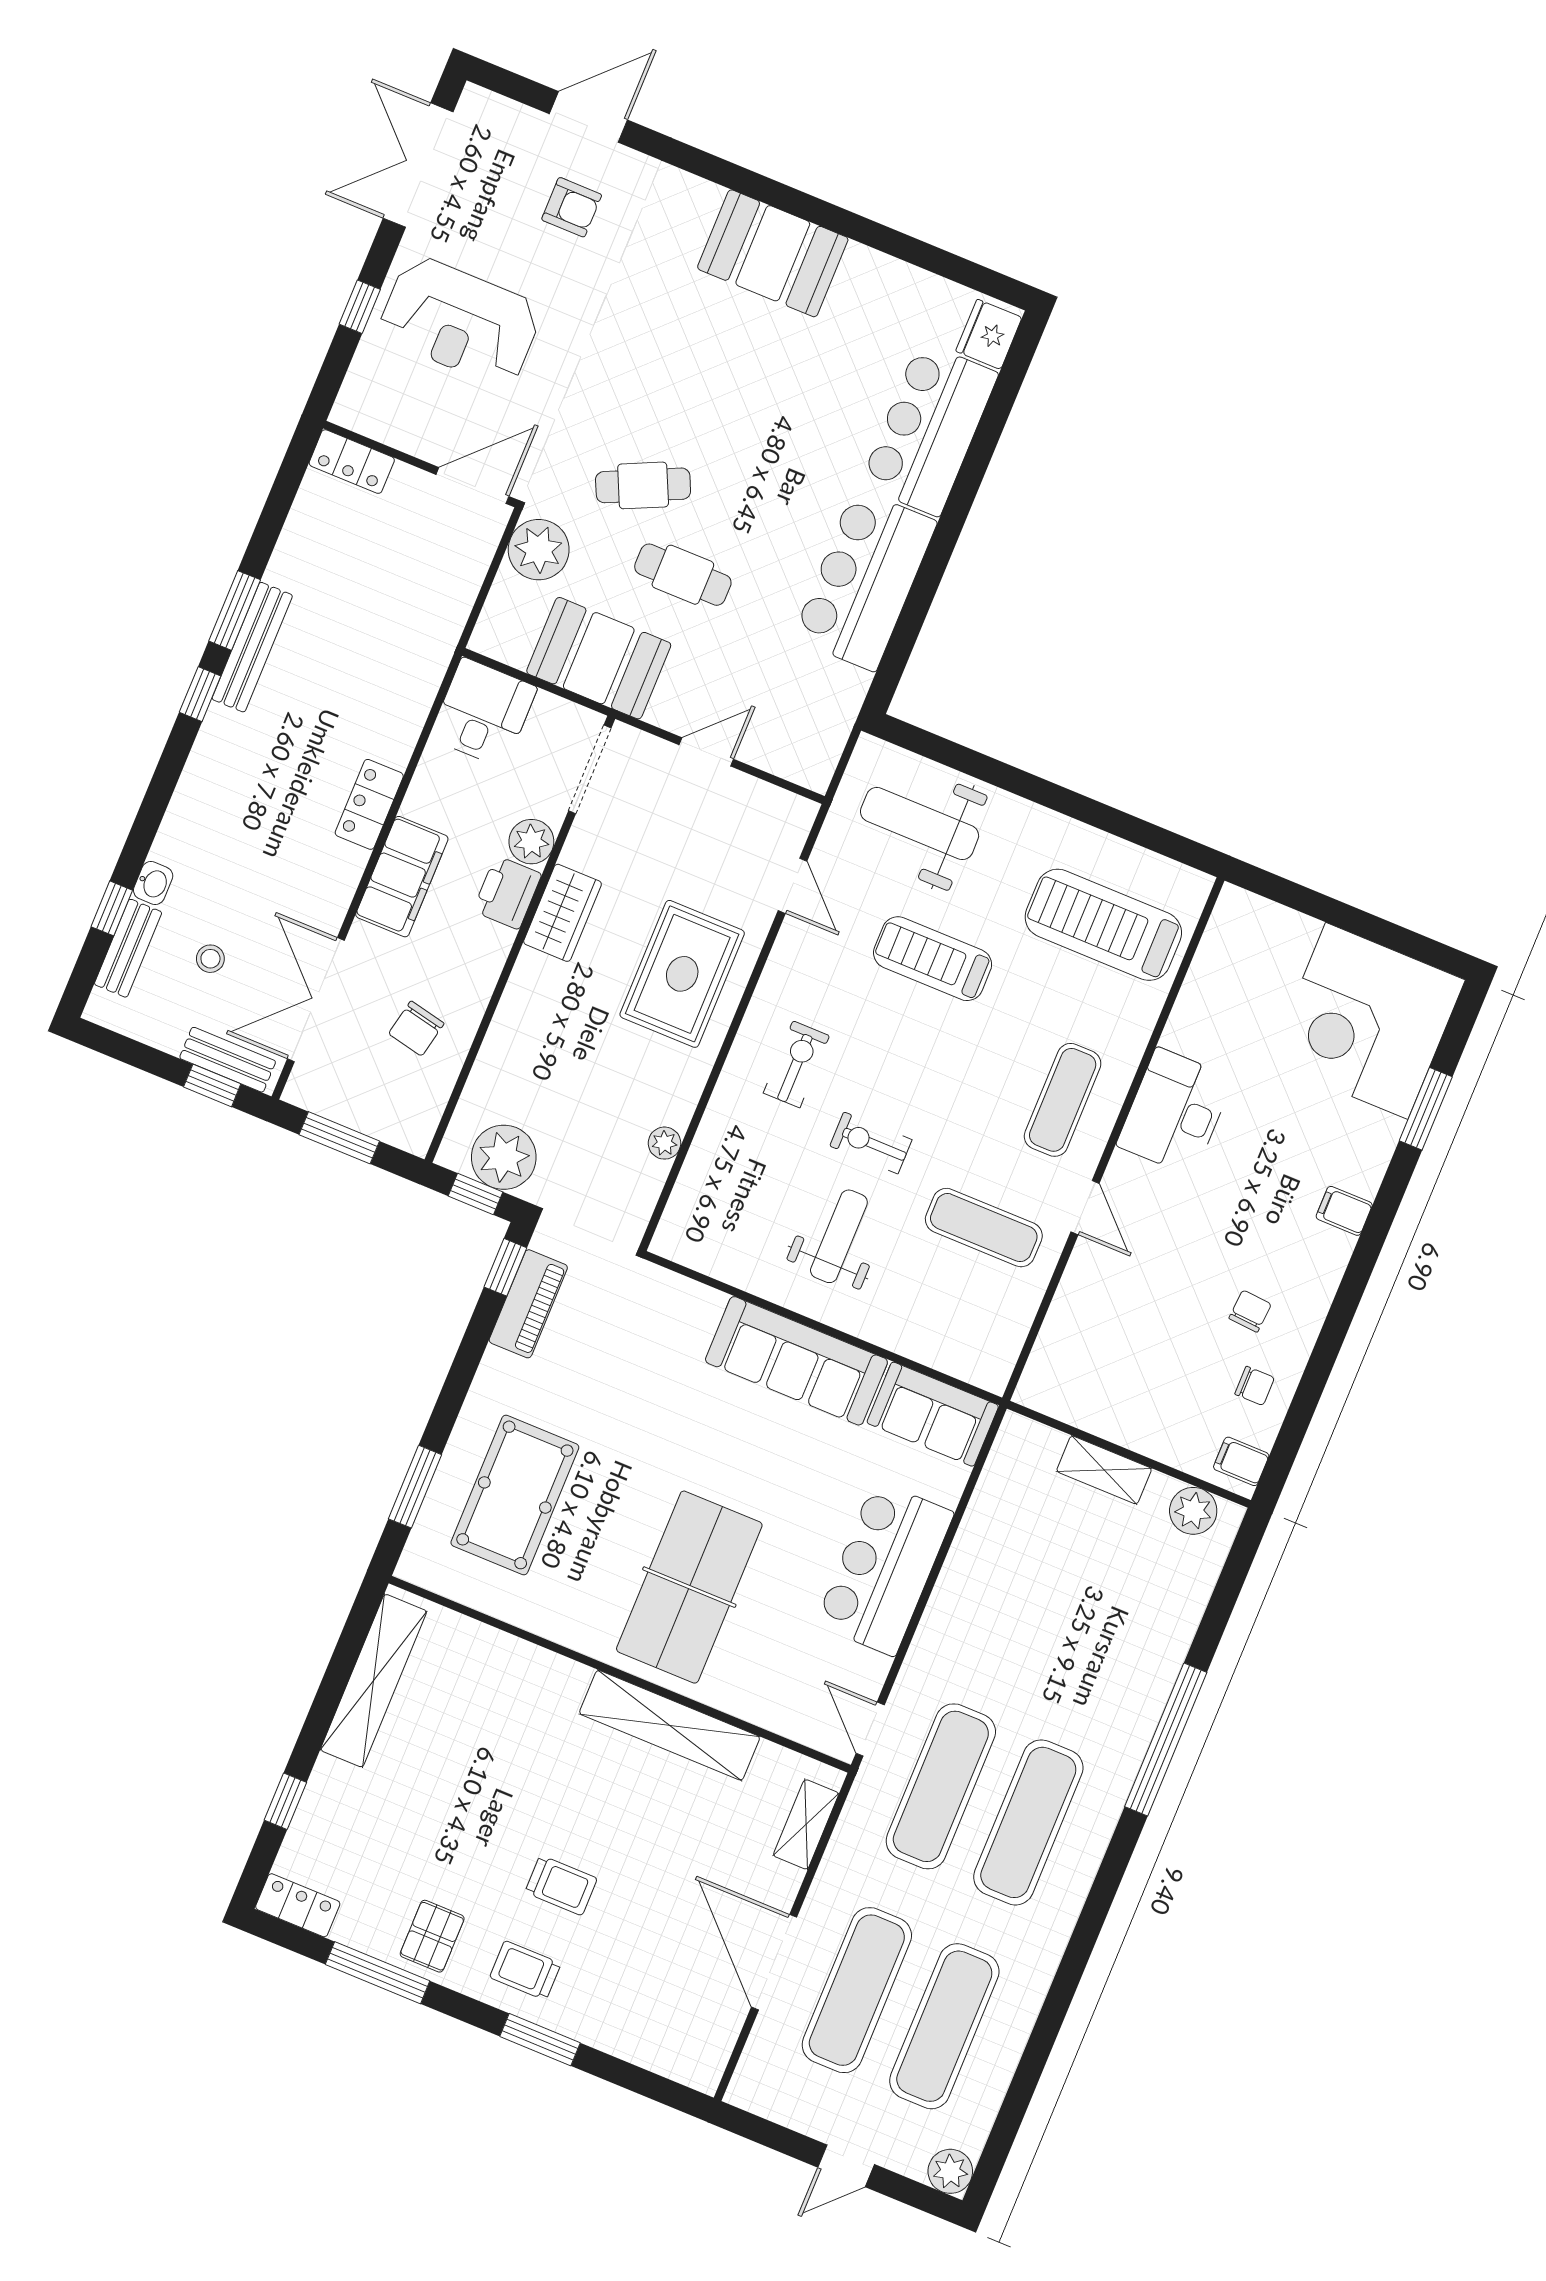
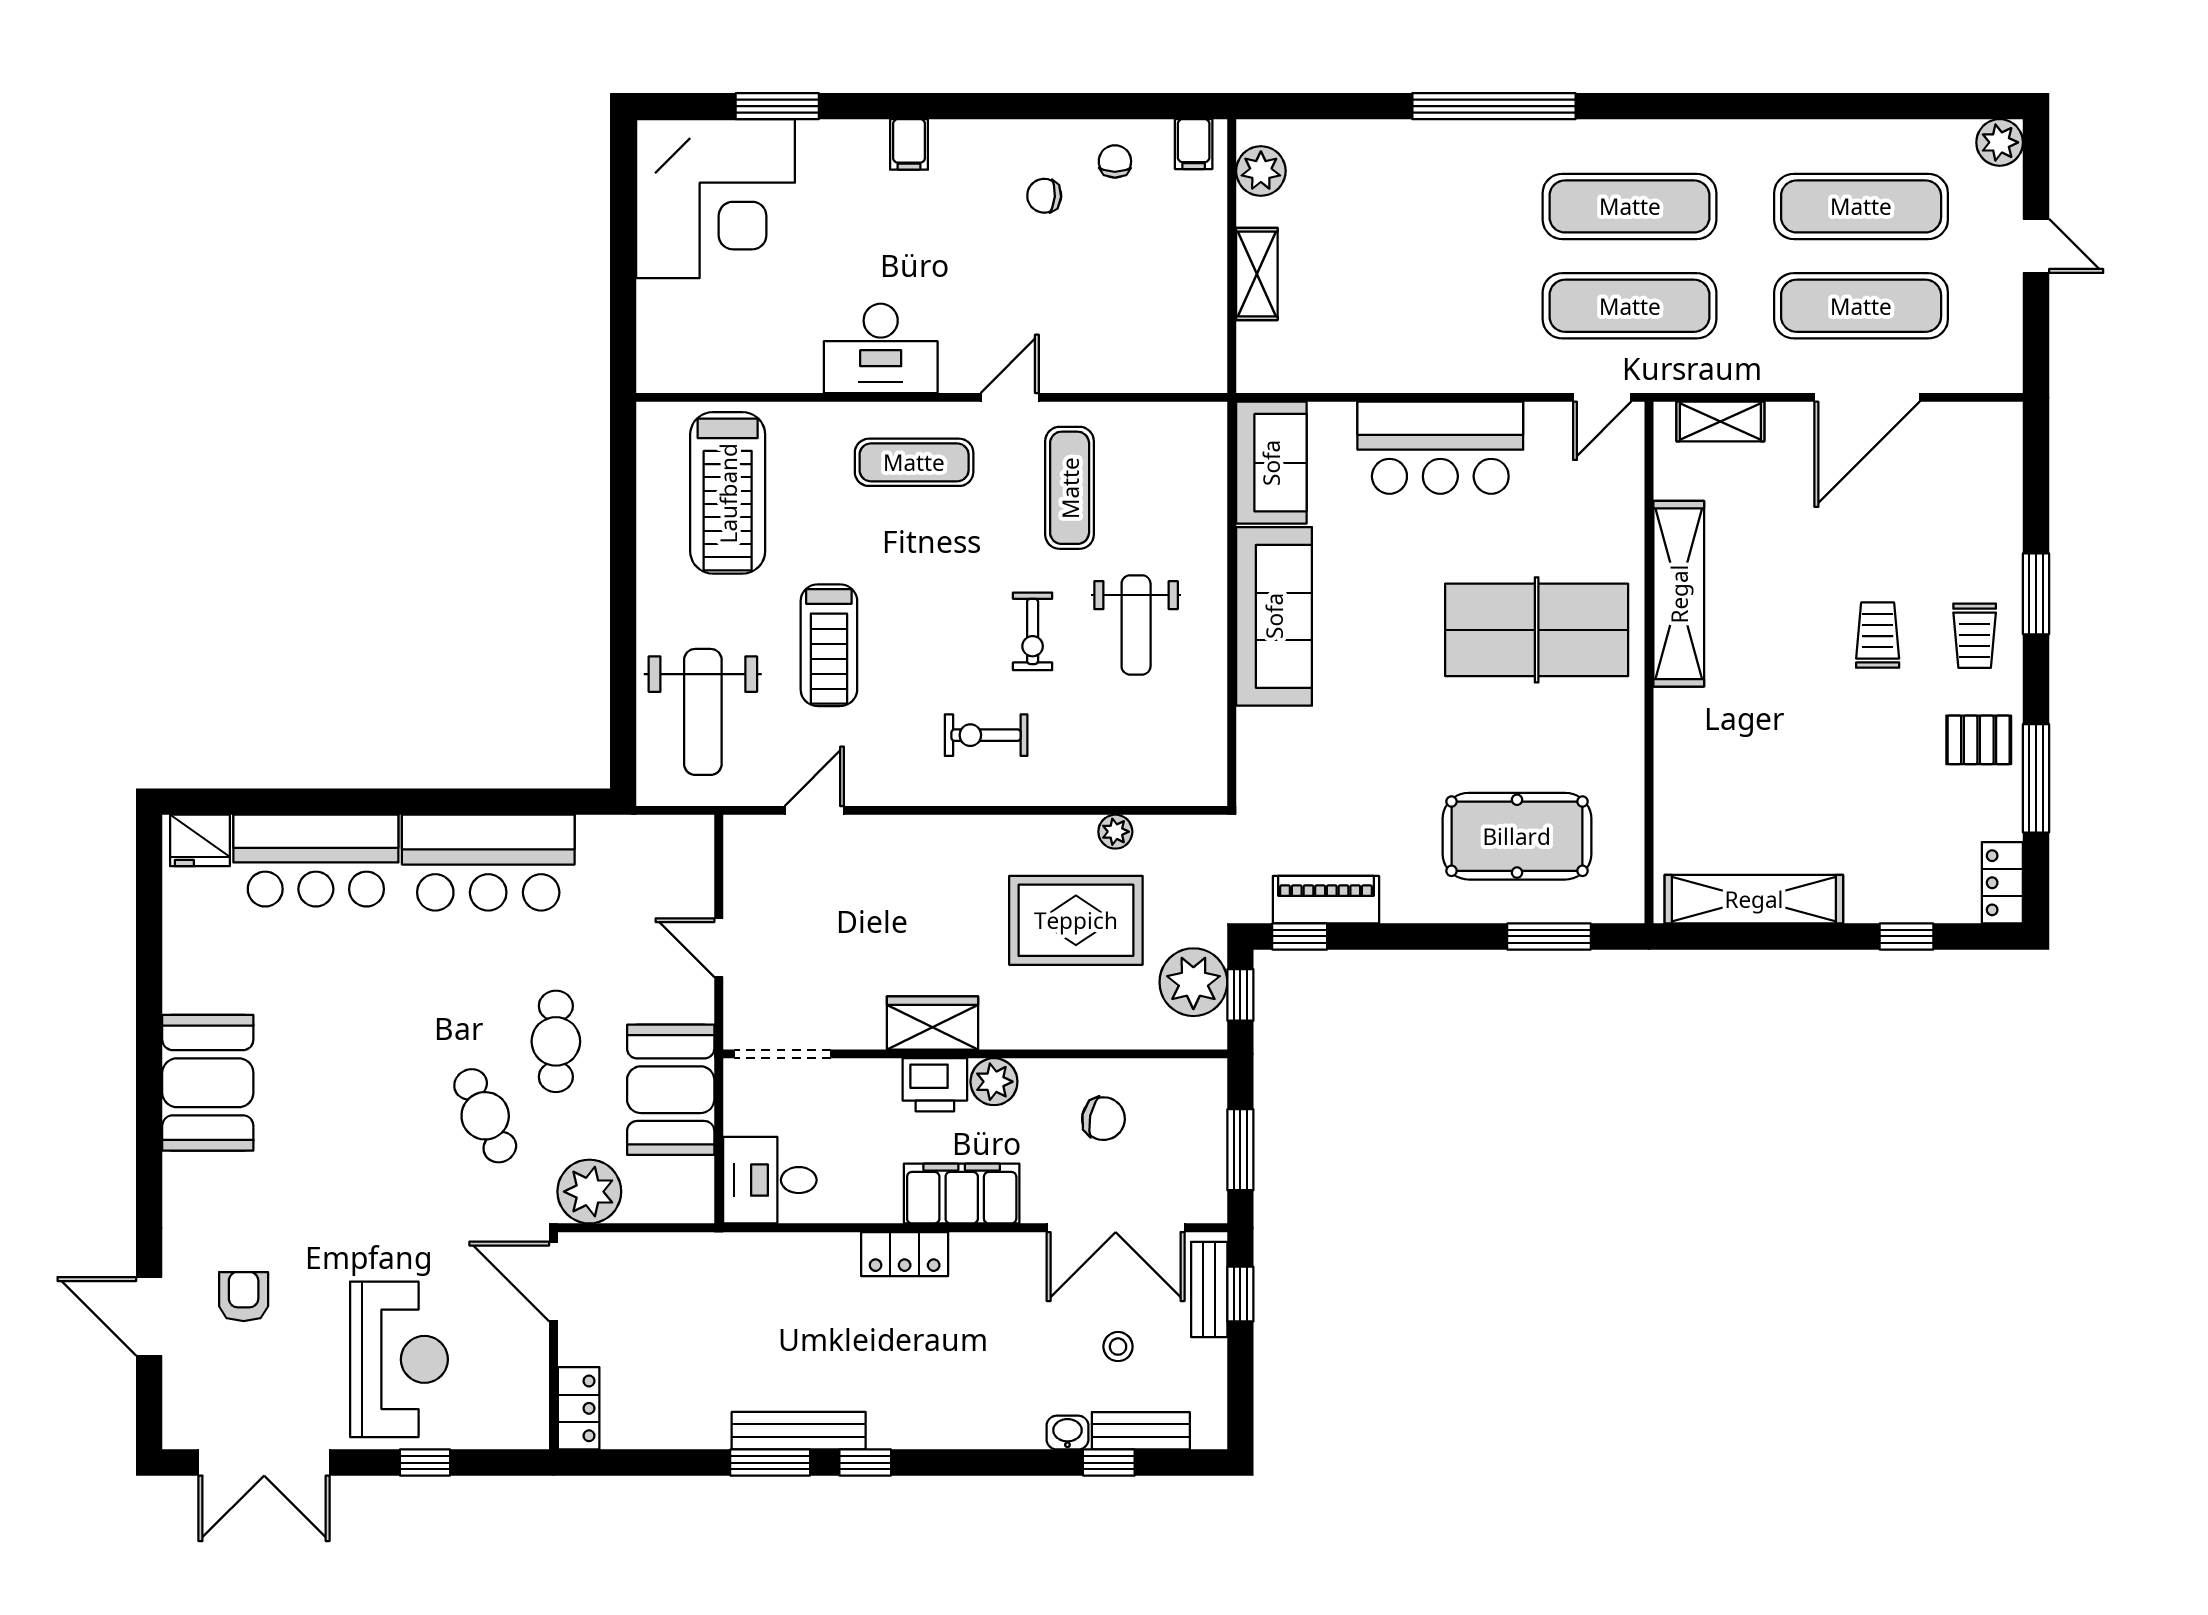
plant: (531, 842) -> (994, 1082), moved
rug: (682, 974) -> (1076, 920), moved
weight bench: (839, 1236) -> (1136, 625), turned -90

